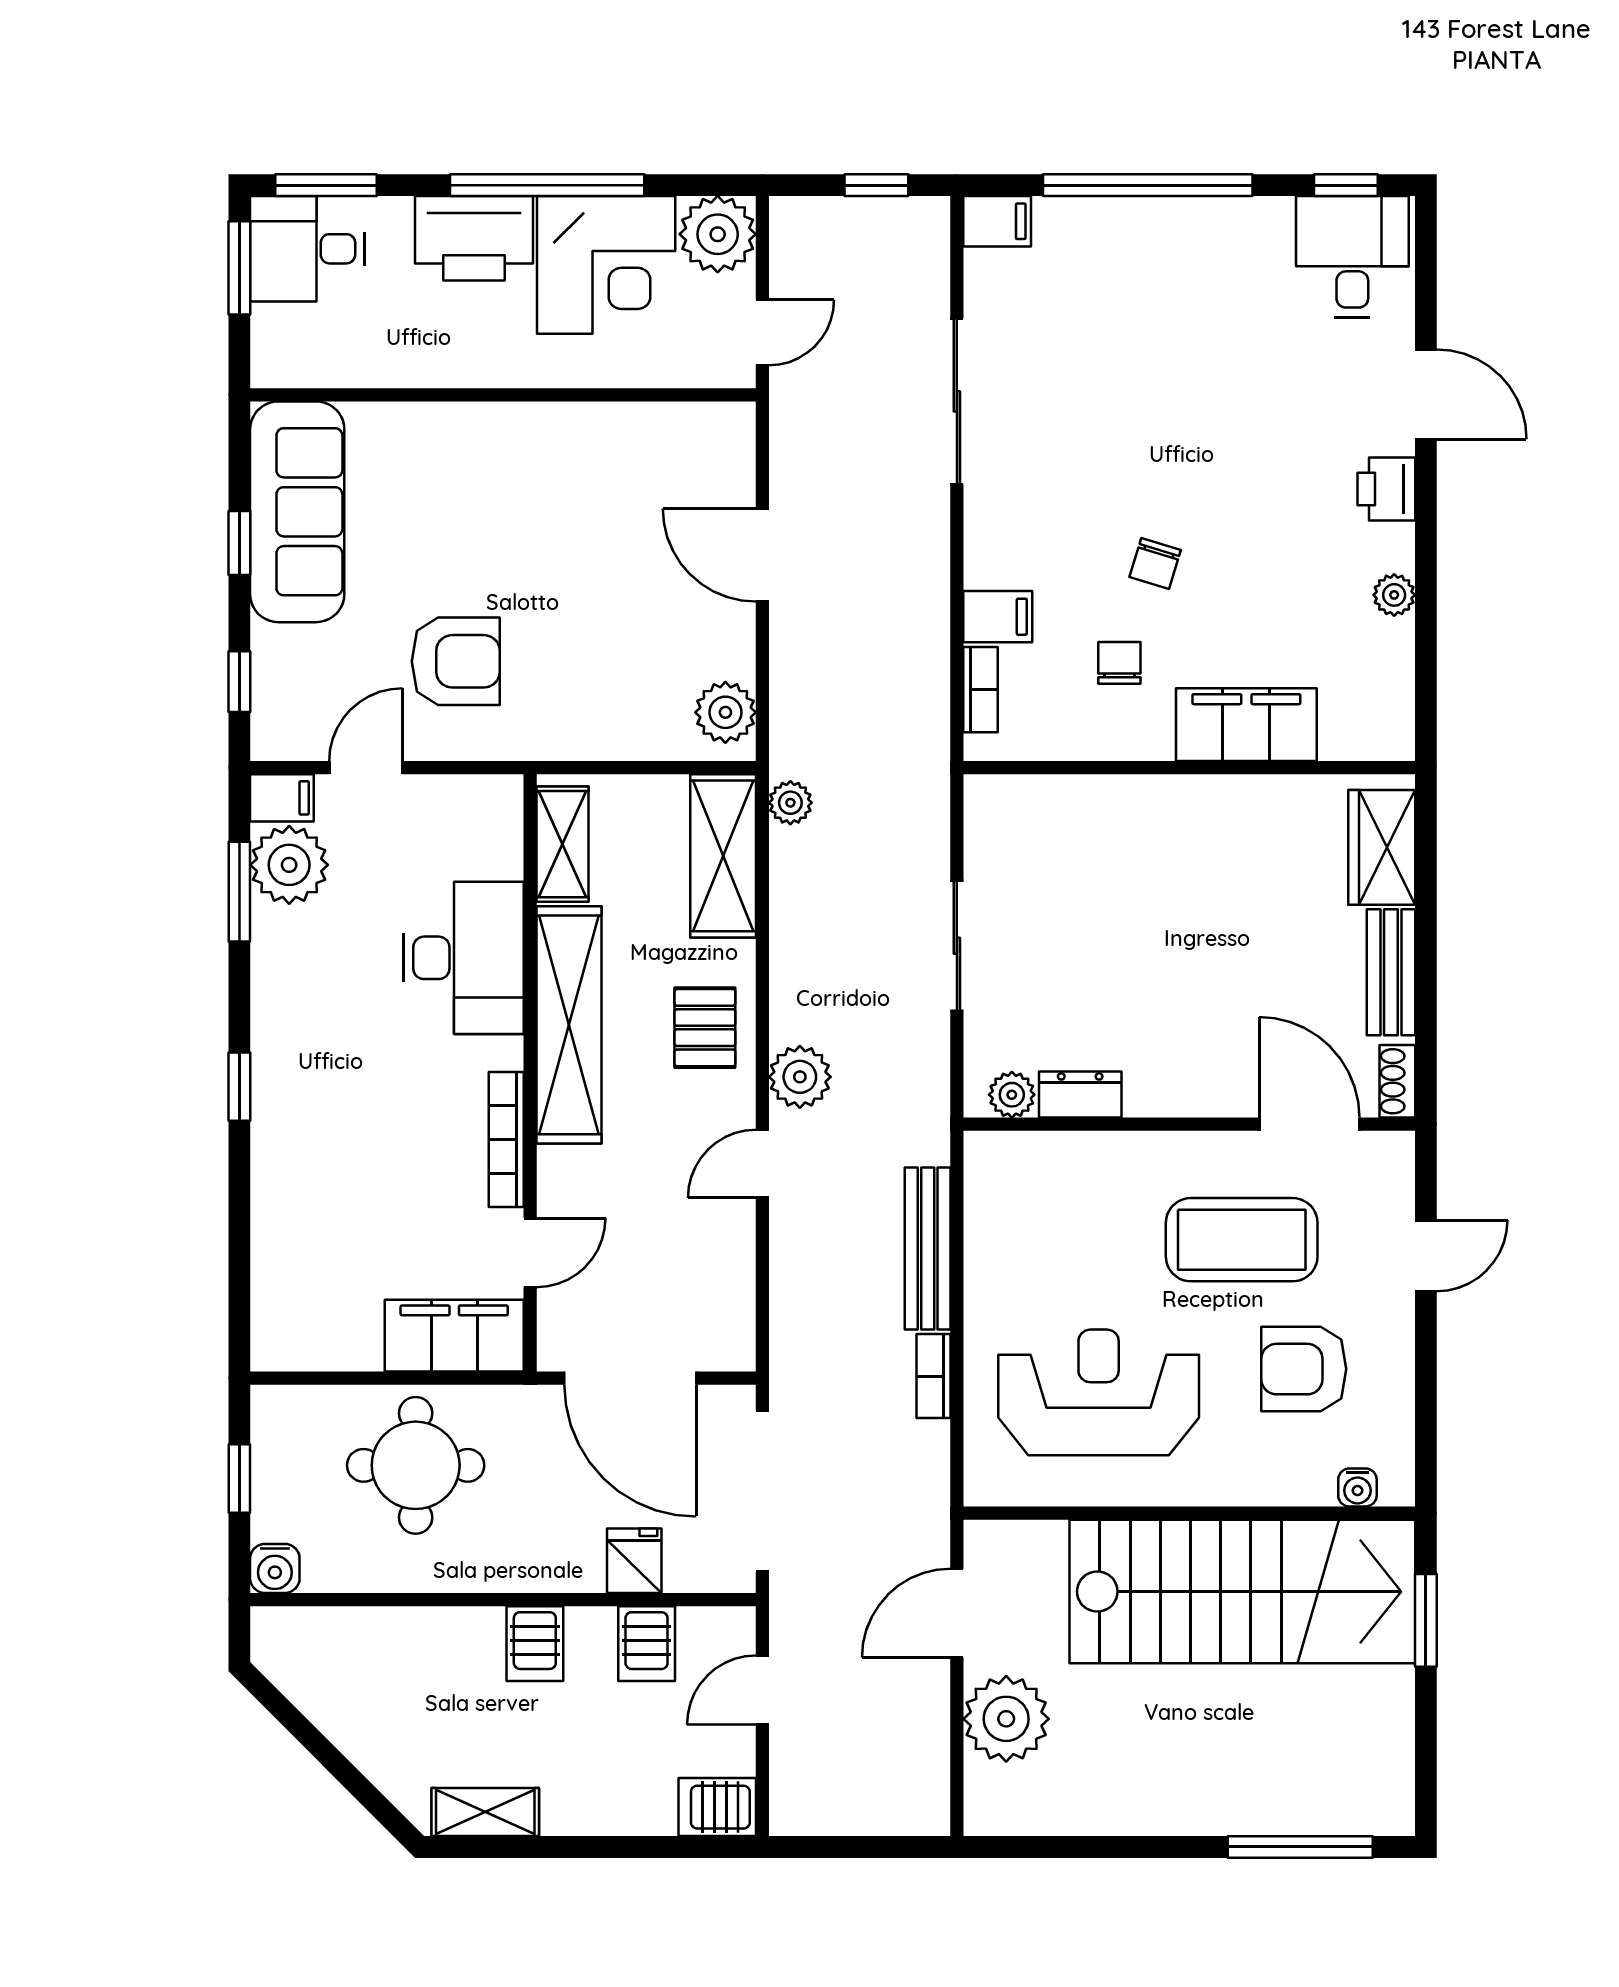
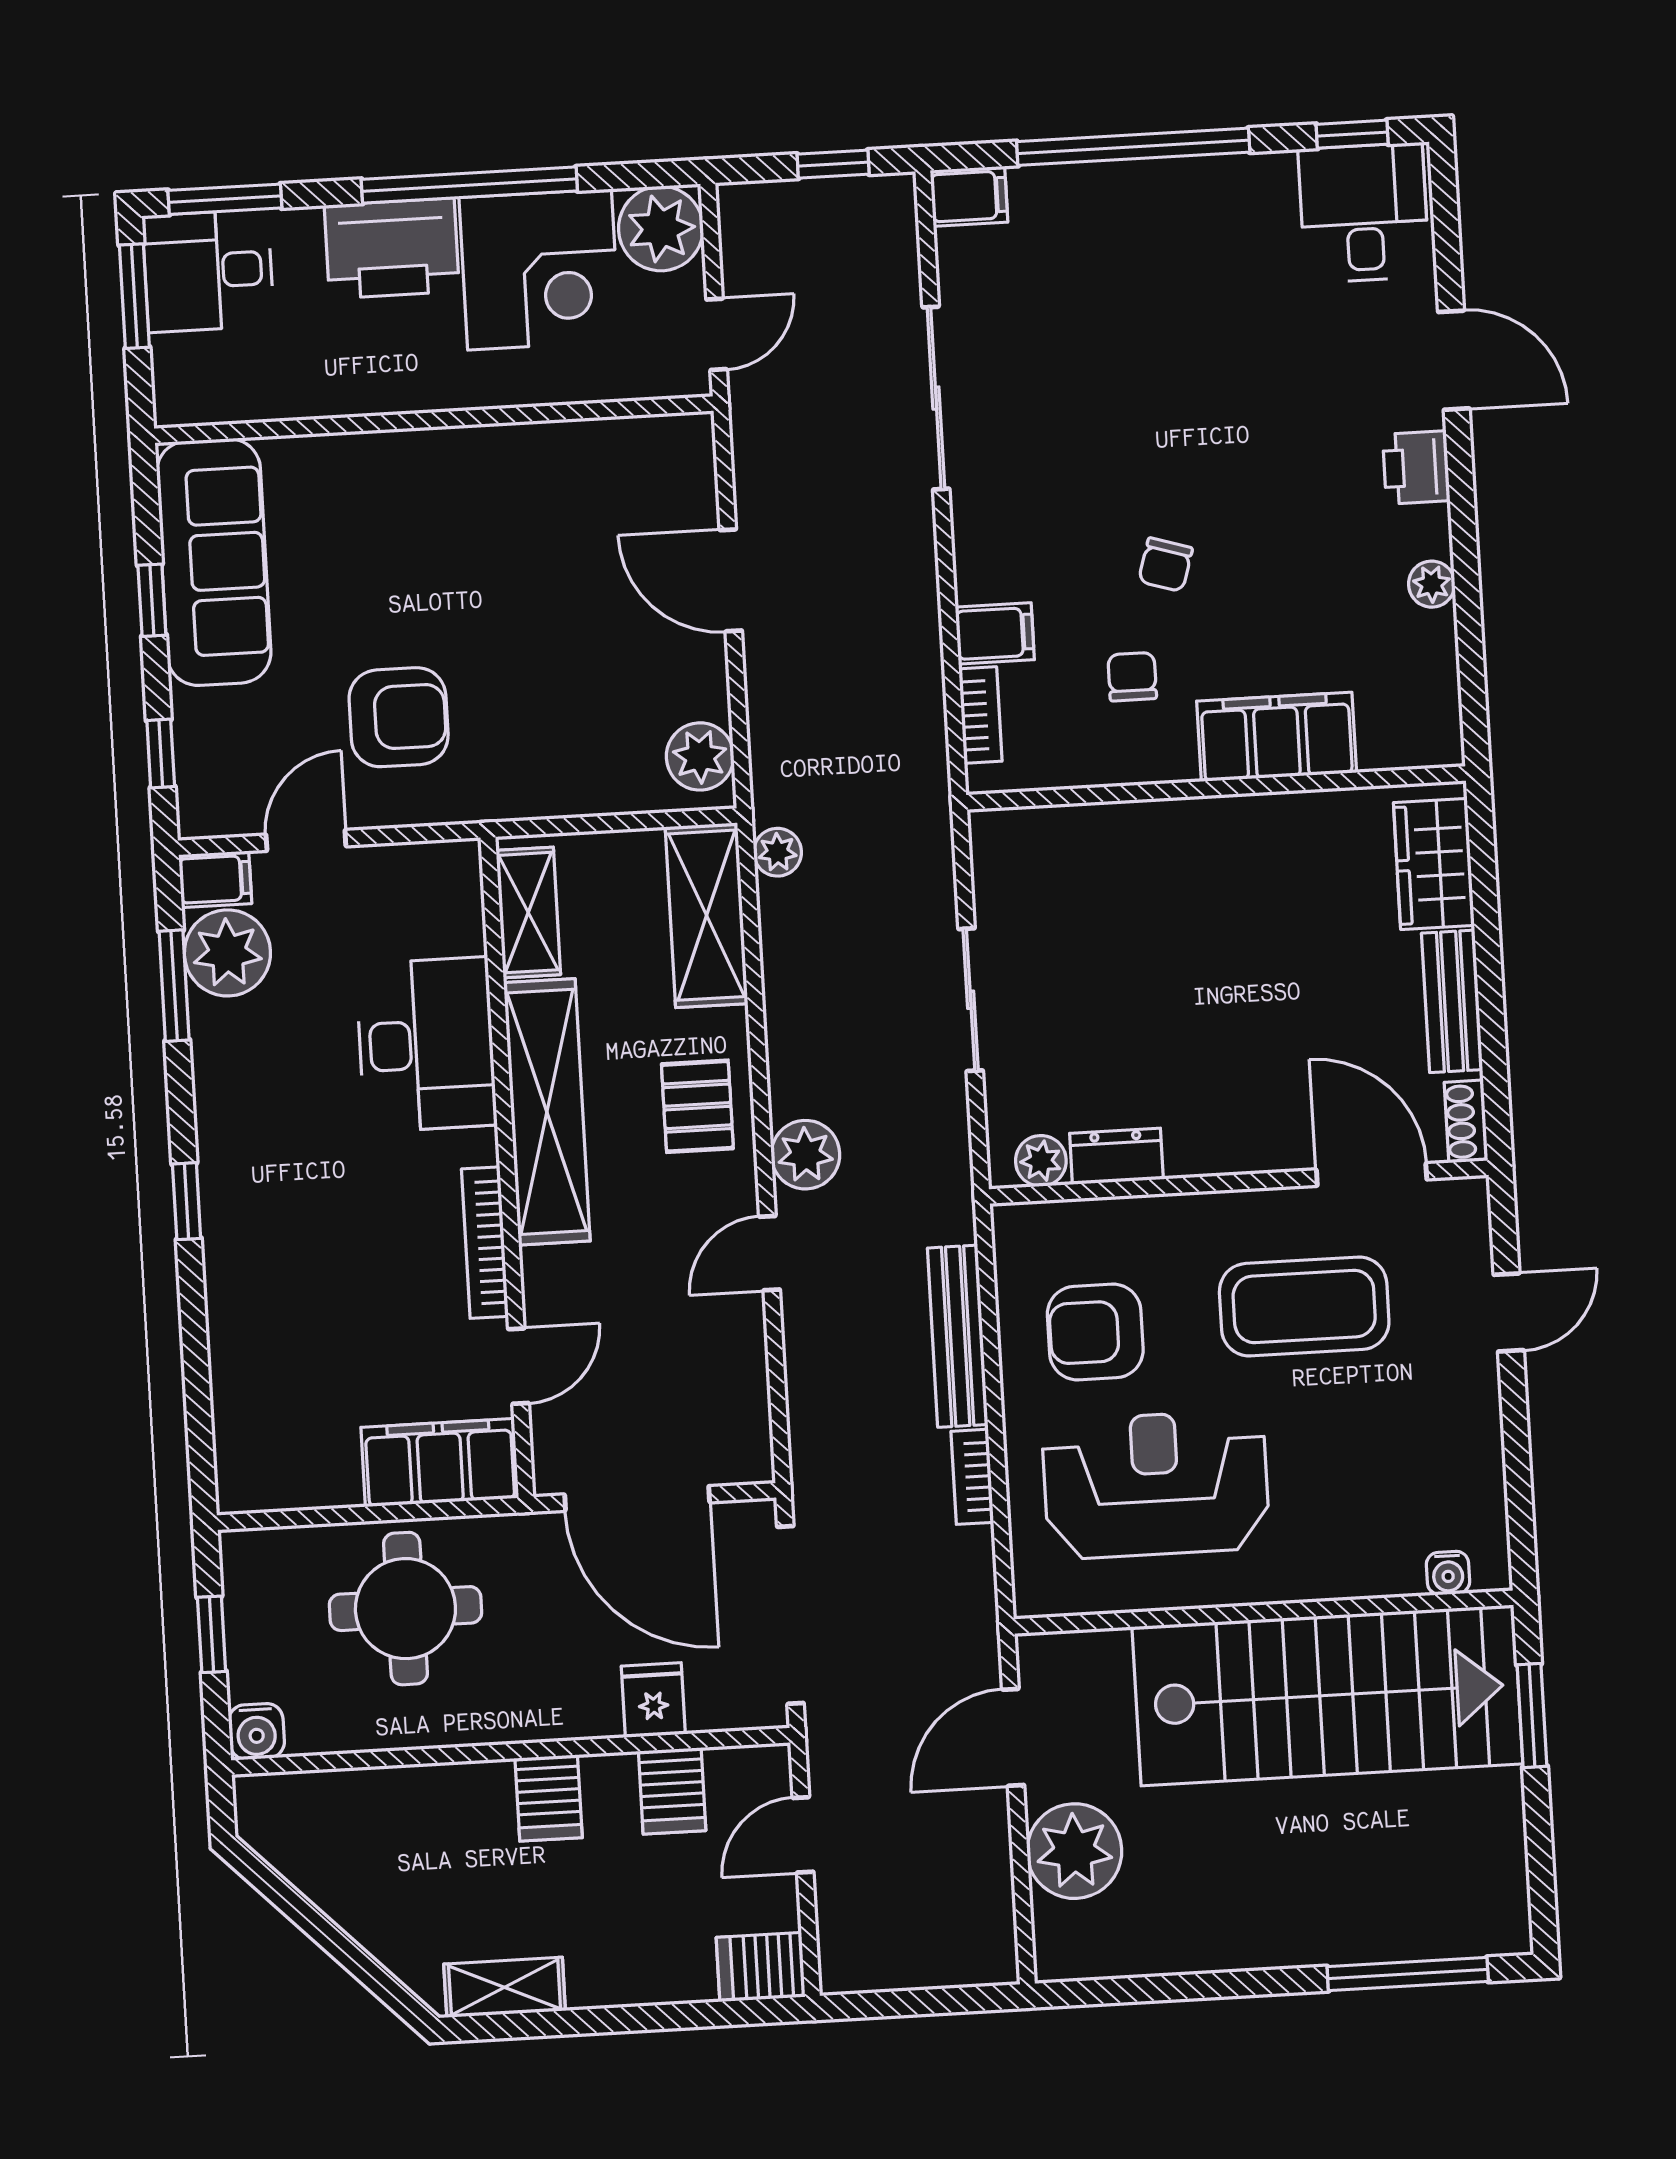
armchair: (1304, 1369) -> (1095, 1332), moved

